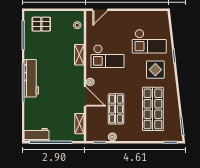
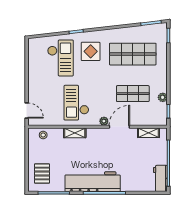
checkout: (107, 56) -> (76, 103), turned 180
workbench: (31, 78) -> (93, 182), width x1.36, depth x1.32

